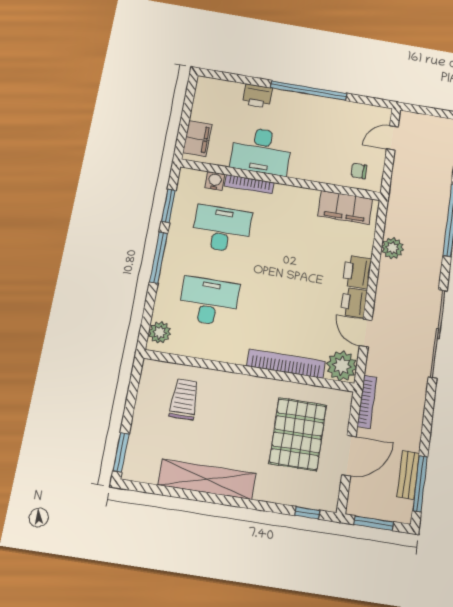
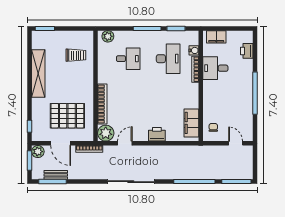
printer: (257, 96) -> (247, 51), moved
desk: (261, 151) -> (215, 68), width x0.73
plant: (393, 248) -> (38, 152), moved
desk: (209, 301) -> (128, 59), width x0.73
printer: (354, 303) -> (140, 135), removed

